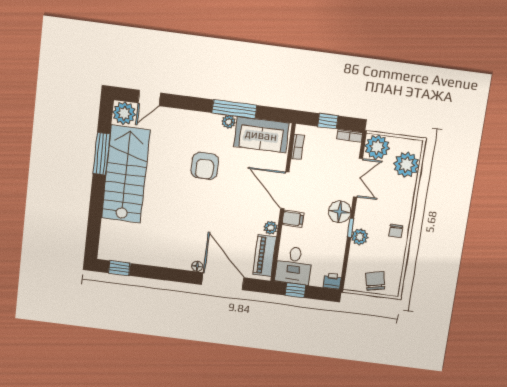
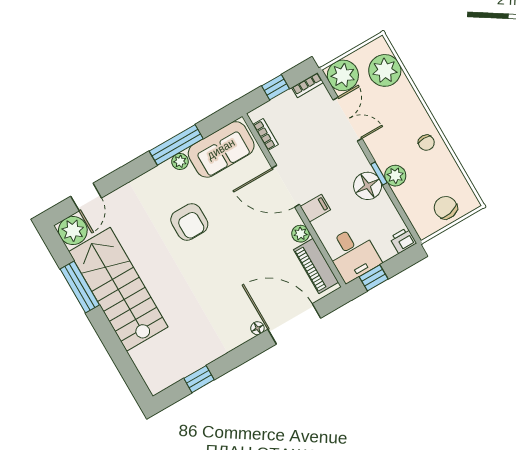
floor lamp: (340, 212) -> (368, 186), moved
window: (119, 268) -> (199, 379), moved

